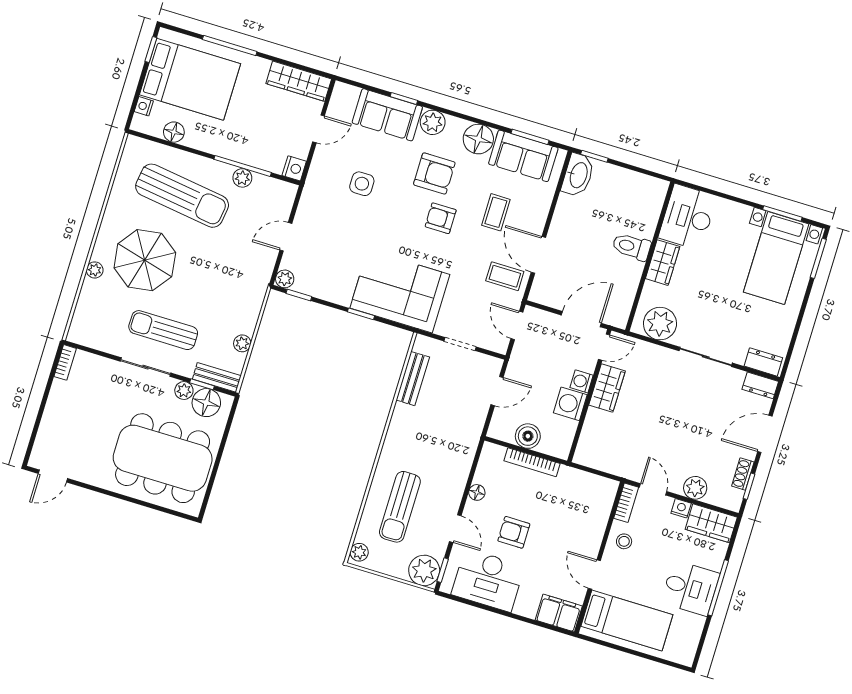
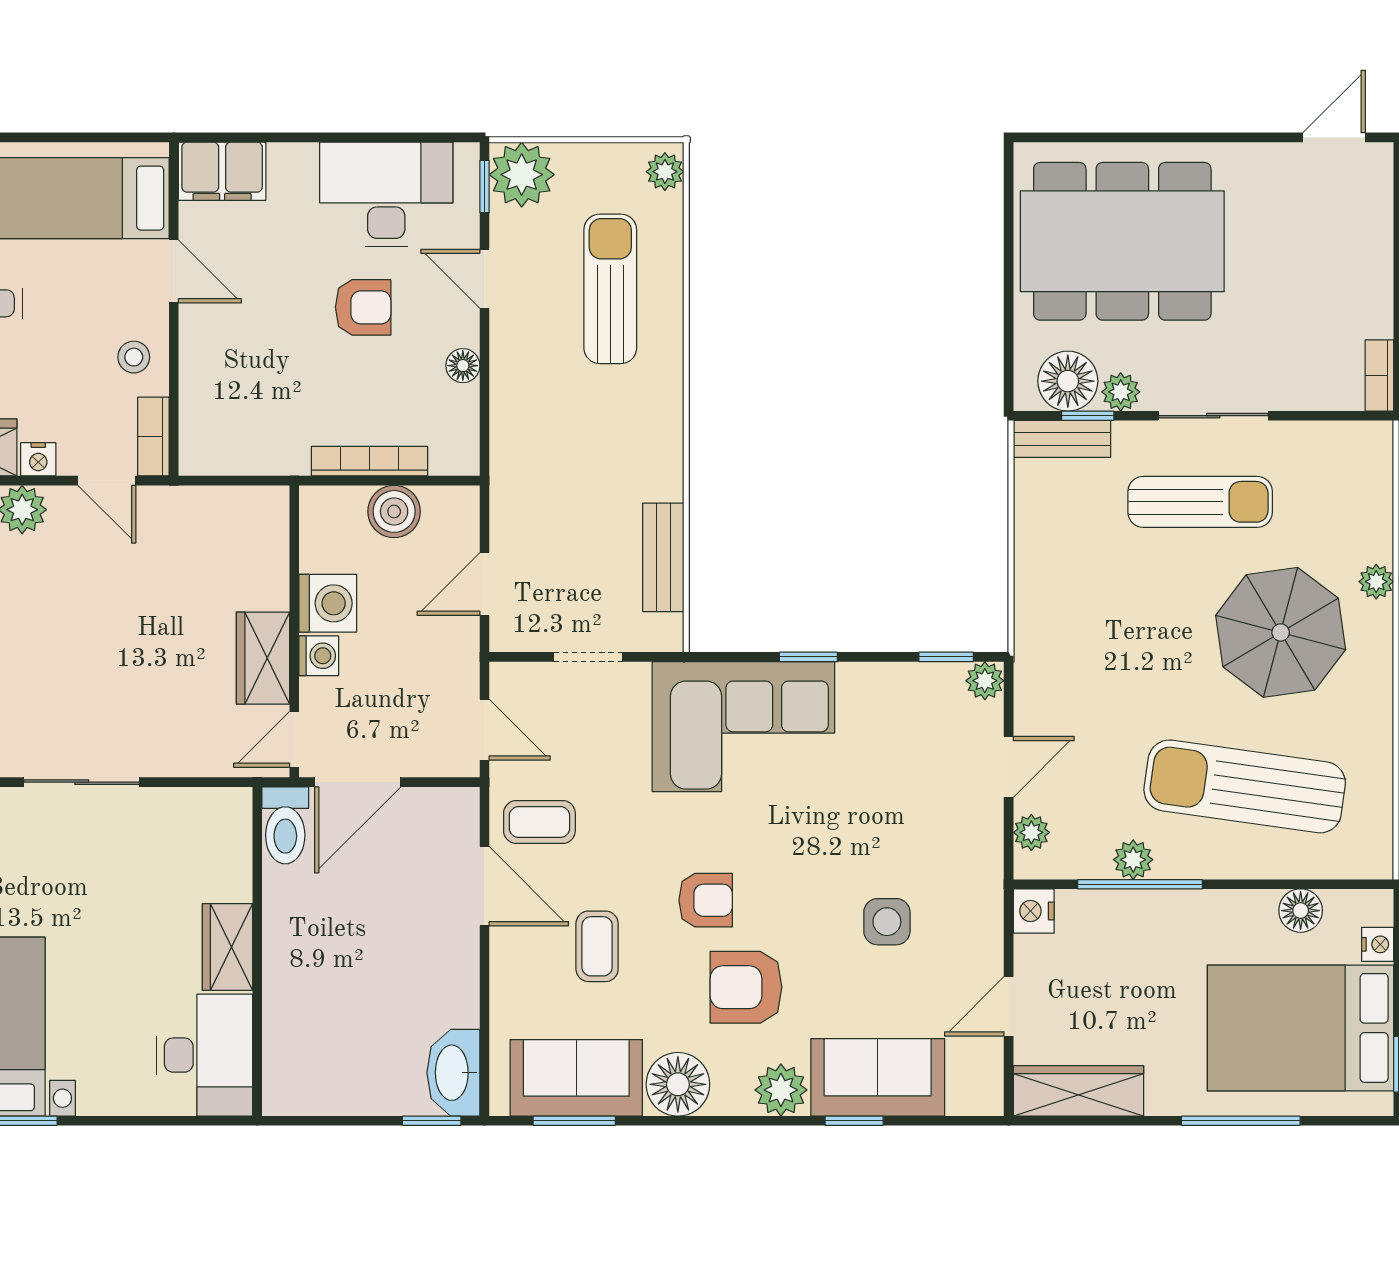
toilet: (631, 247) -> (285, 825), moved, turned 90
plant: (660, 324) -> (195, 822), removed
plant: (242, 343) -> (1031, 832), moved

